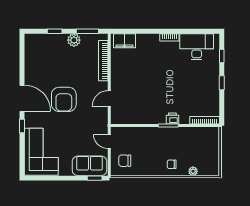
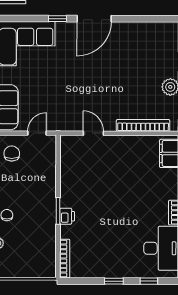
armchair: (64, 99) -> (92, 74), removed

